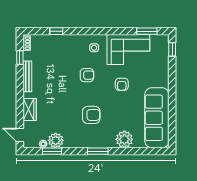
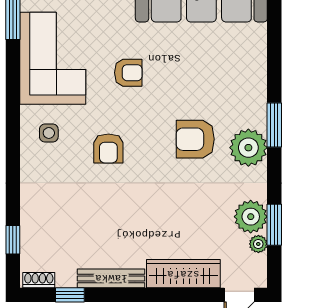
window: (56, 31) -> (13, 240), moved
armchair: (87, 75) -> (108, 148), turned 180
wardrobe: (30, 109) -> (183, 274), width x1.50
armchair: (91, 115) -> (195, 139), turned -90
plant: (124, 139) -> (248, 148), moved

